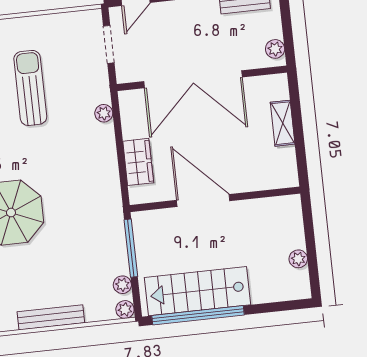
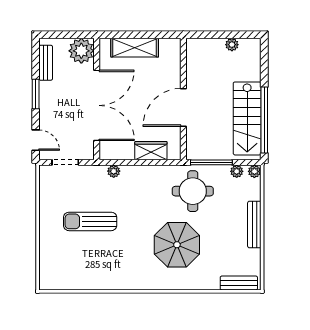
plant: (275, 49) -> (81, 51), width x1.87, depth x1.87
shelving: (283, 123) -> (135, 48), width x1.50, depth x1.33
round table: (88, 226) -> (193, 191), added

